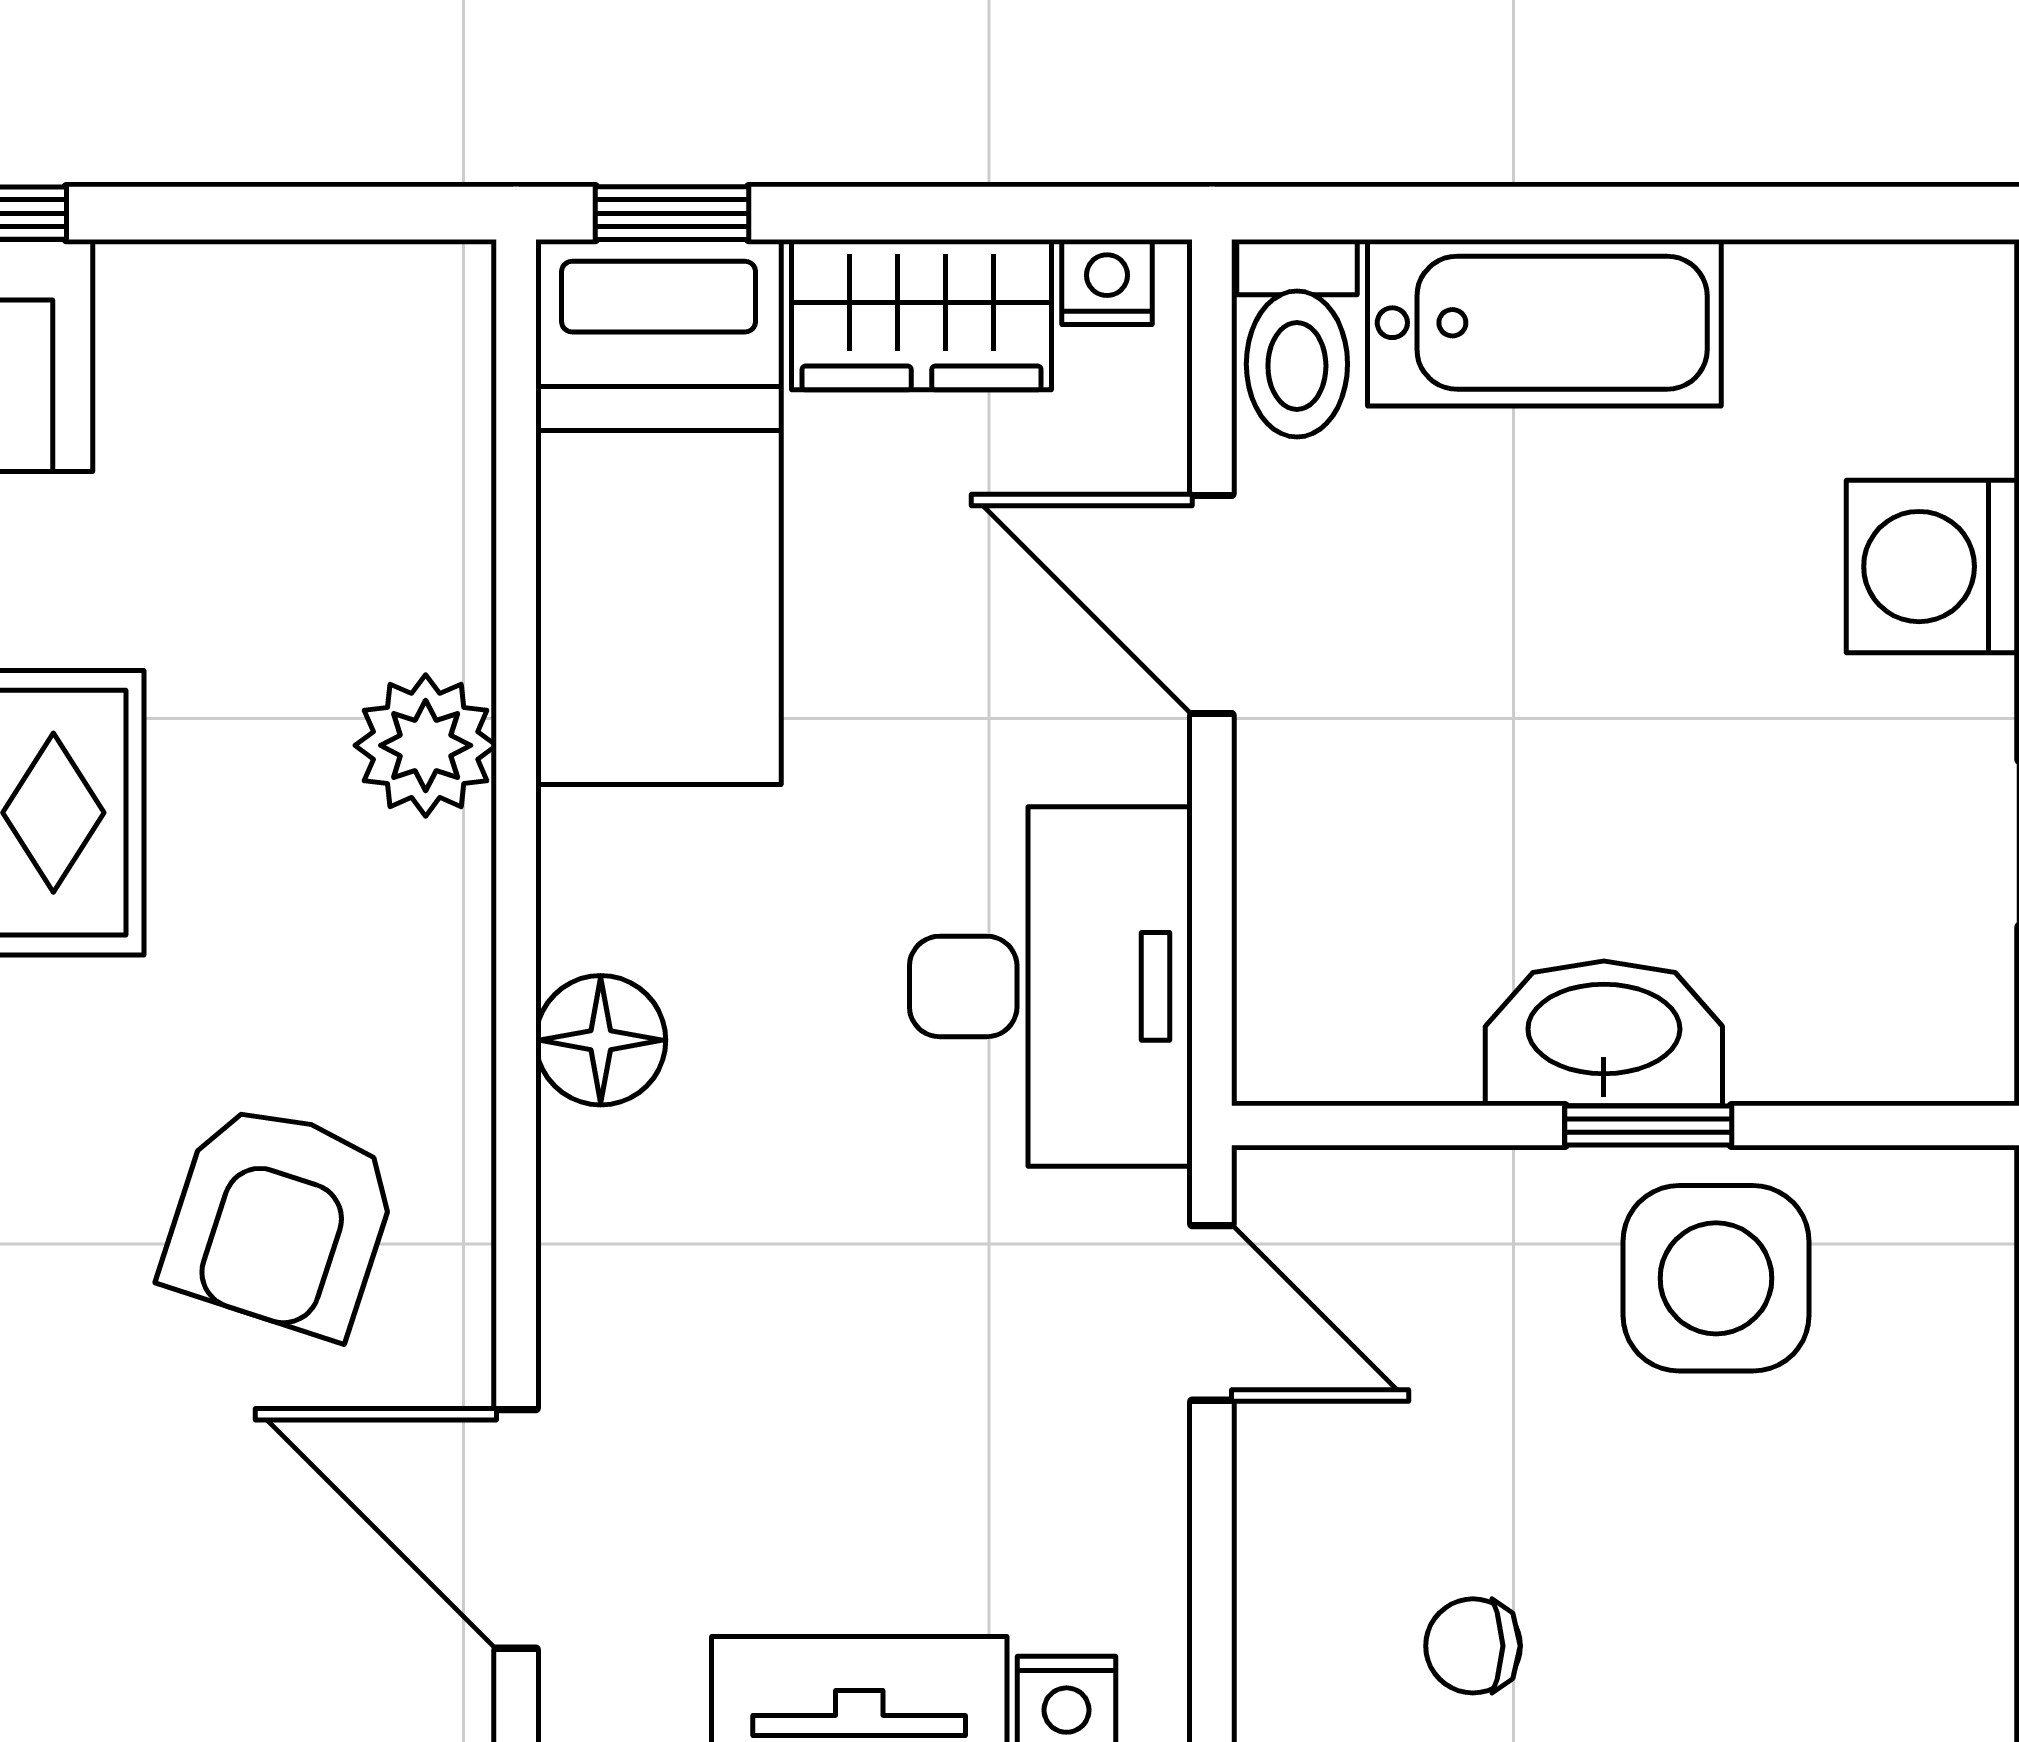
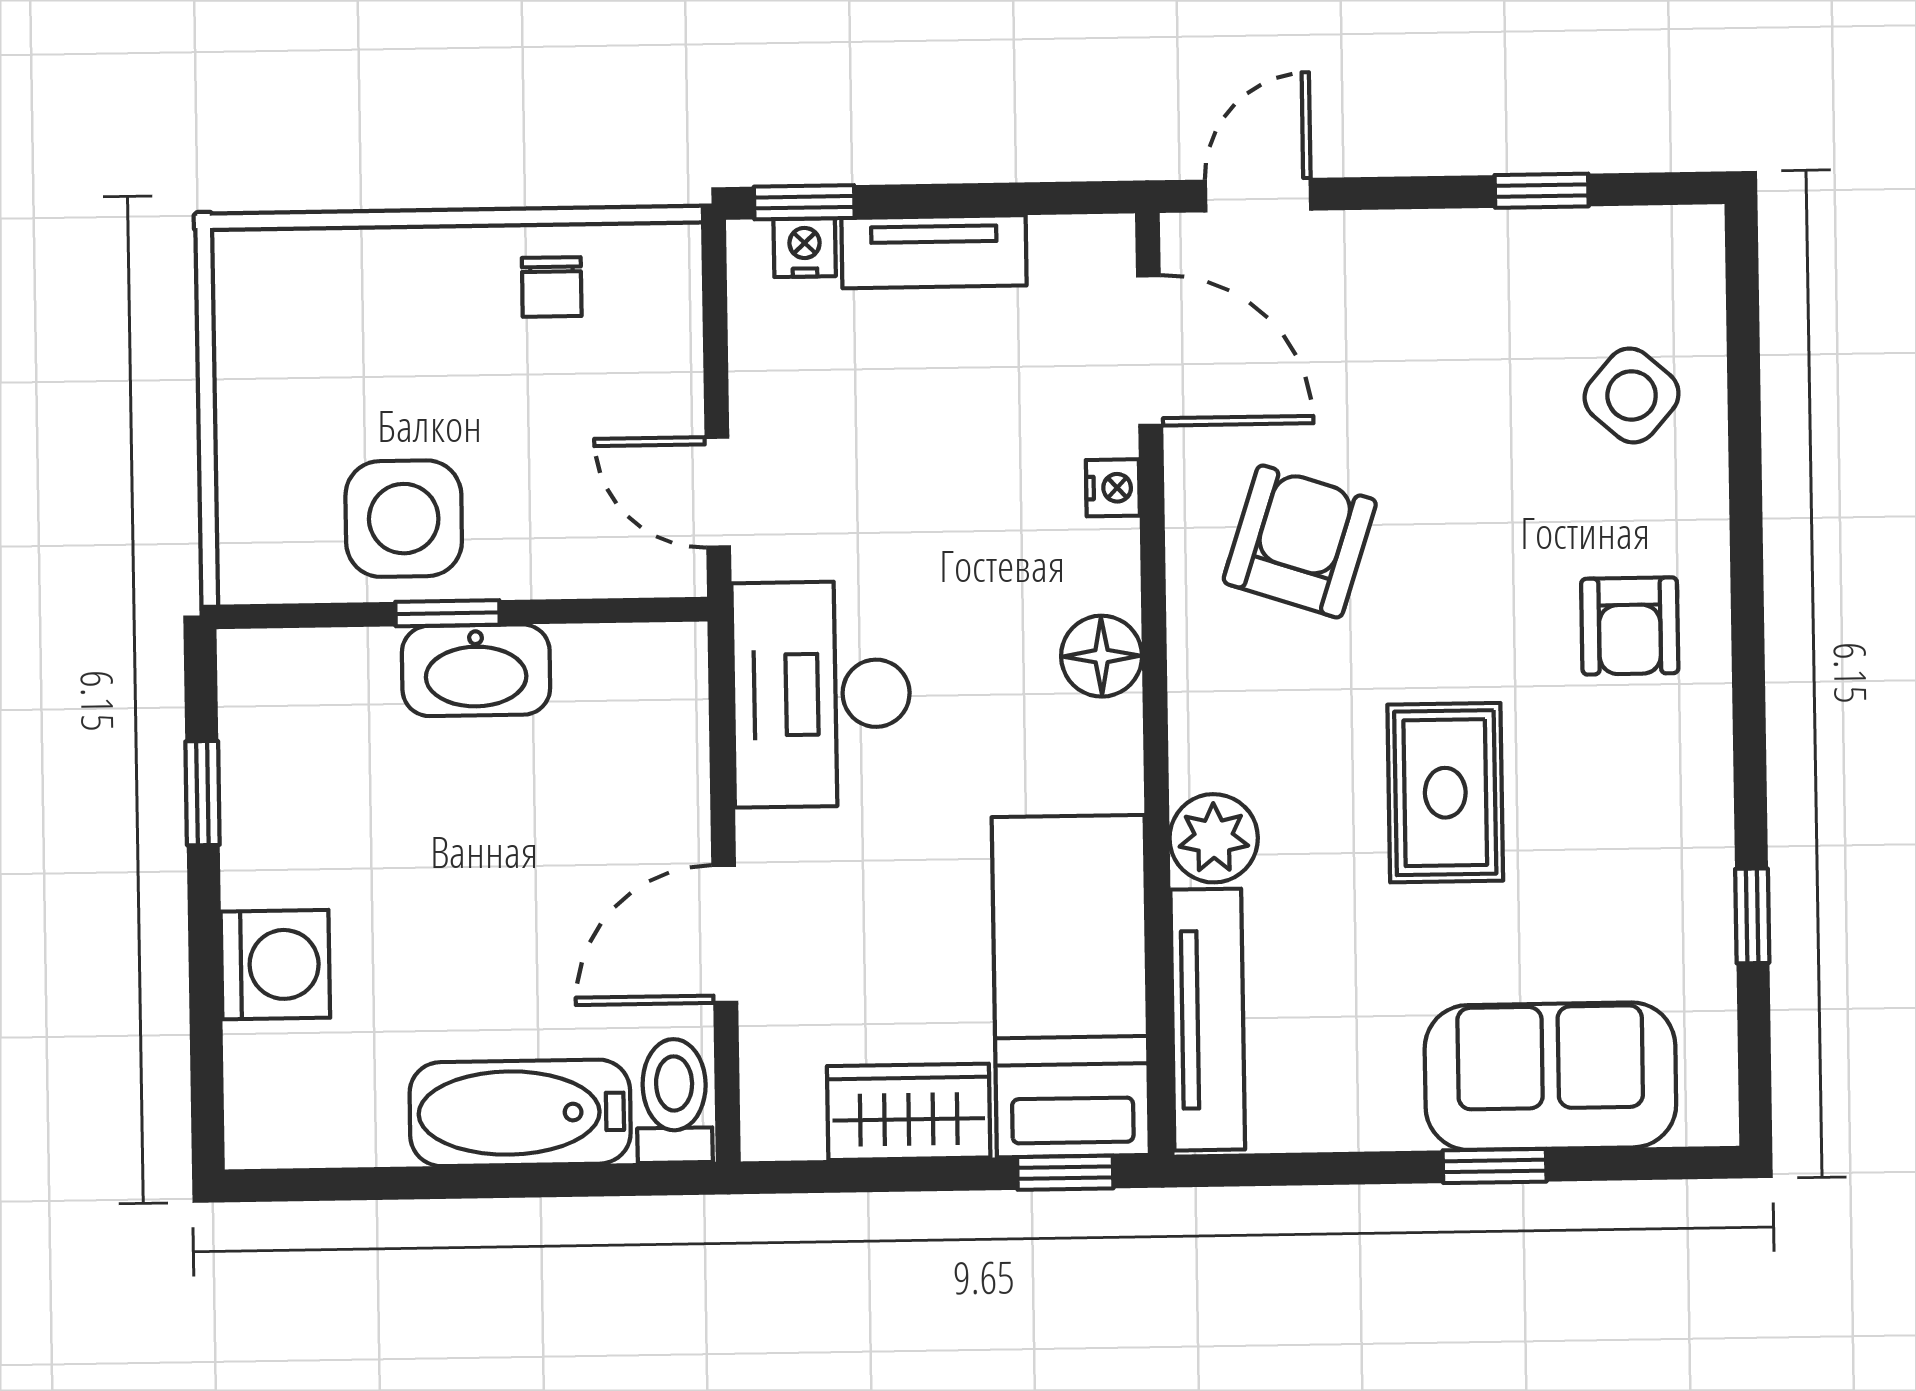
nightstand: (1107, 282) -> (1113, 488), moved, turned -90
tv unit: (440, 455) -> (1208, 1020), added
door: (1212, 604) -> (725, 934), swing flipped
chair: (1473, 1646) -> (552, 287), turned 90

